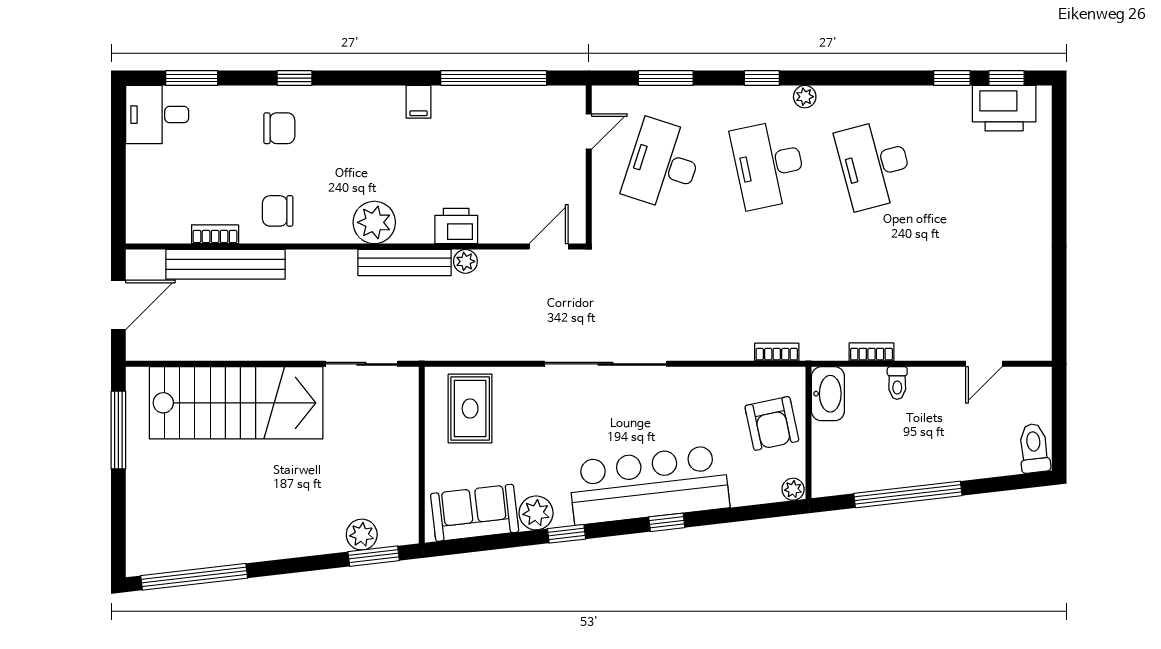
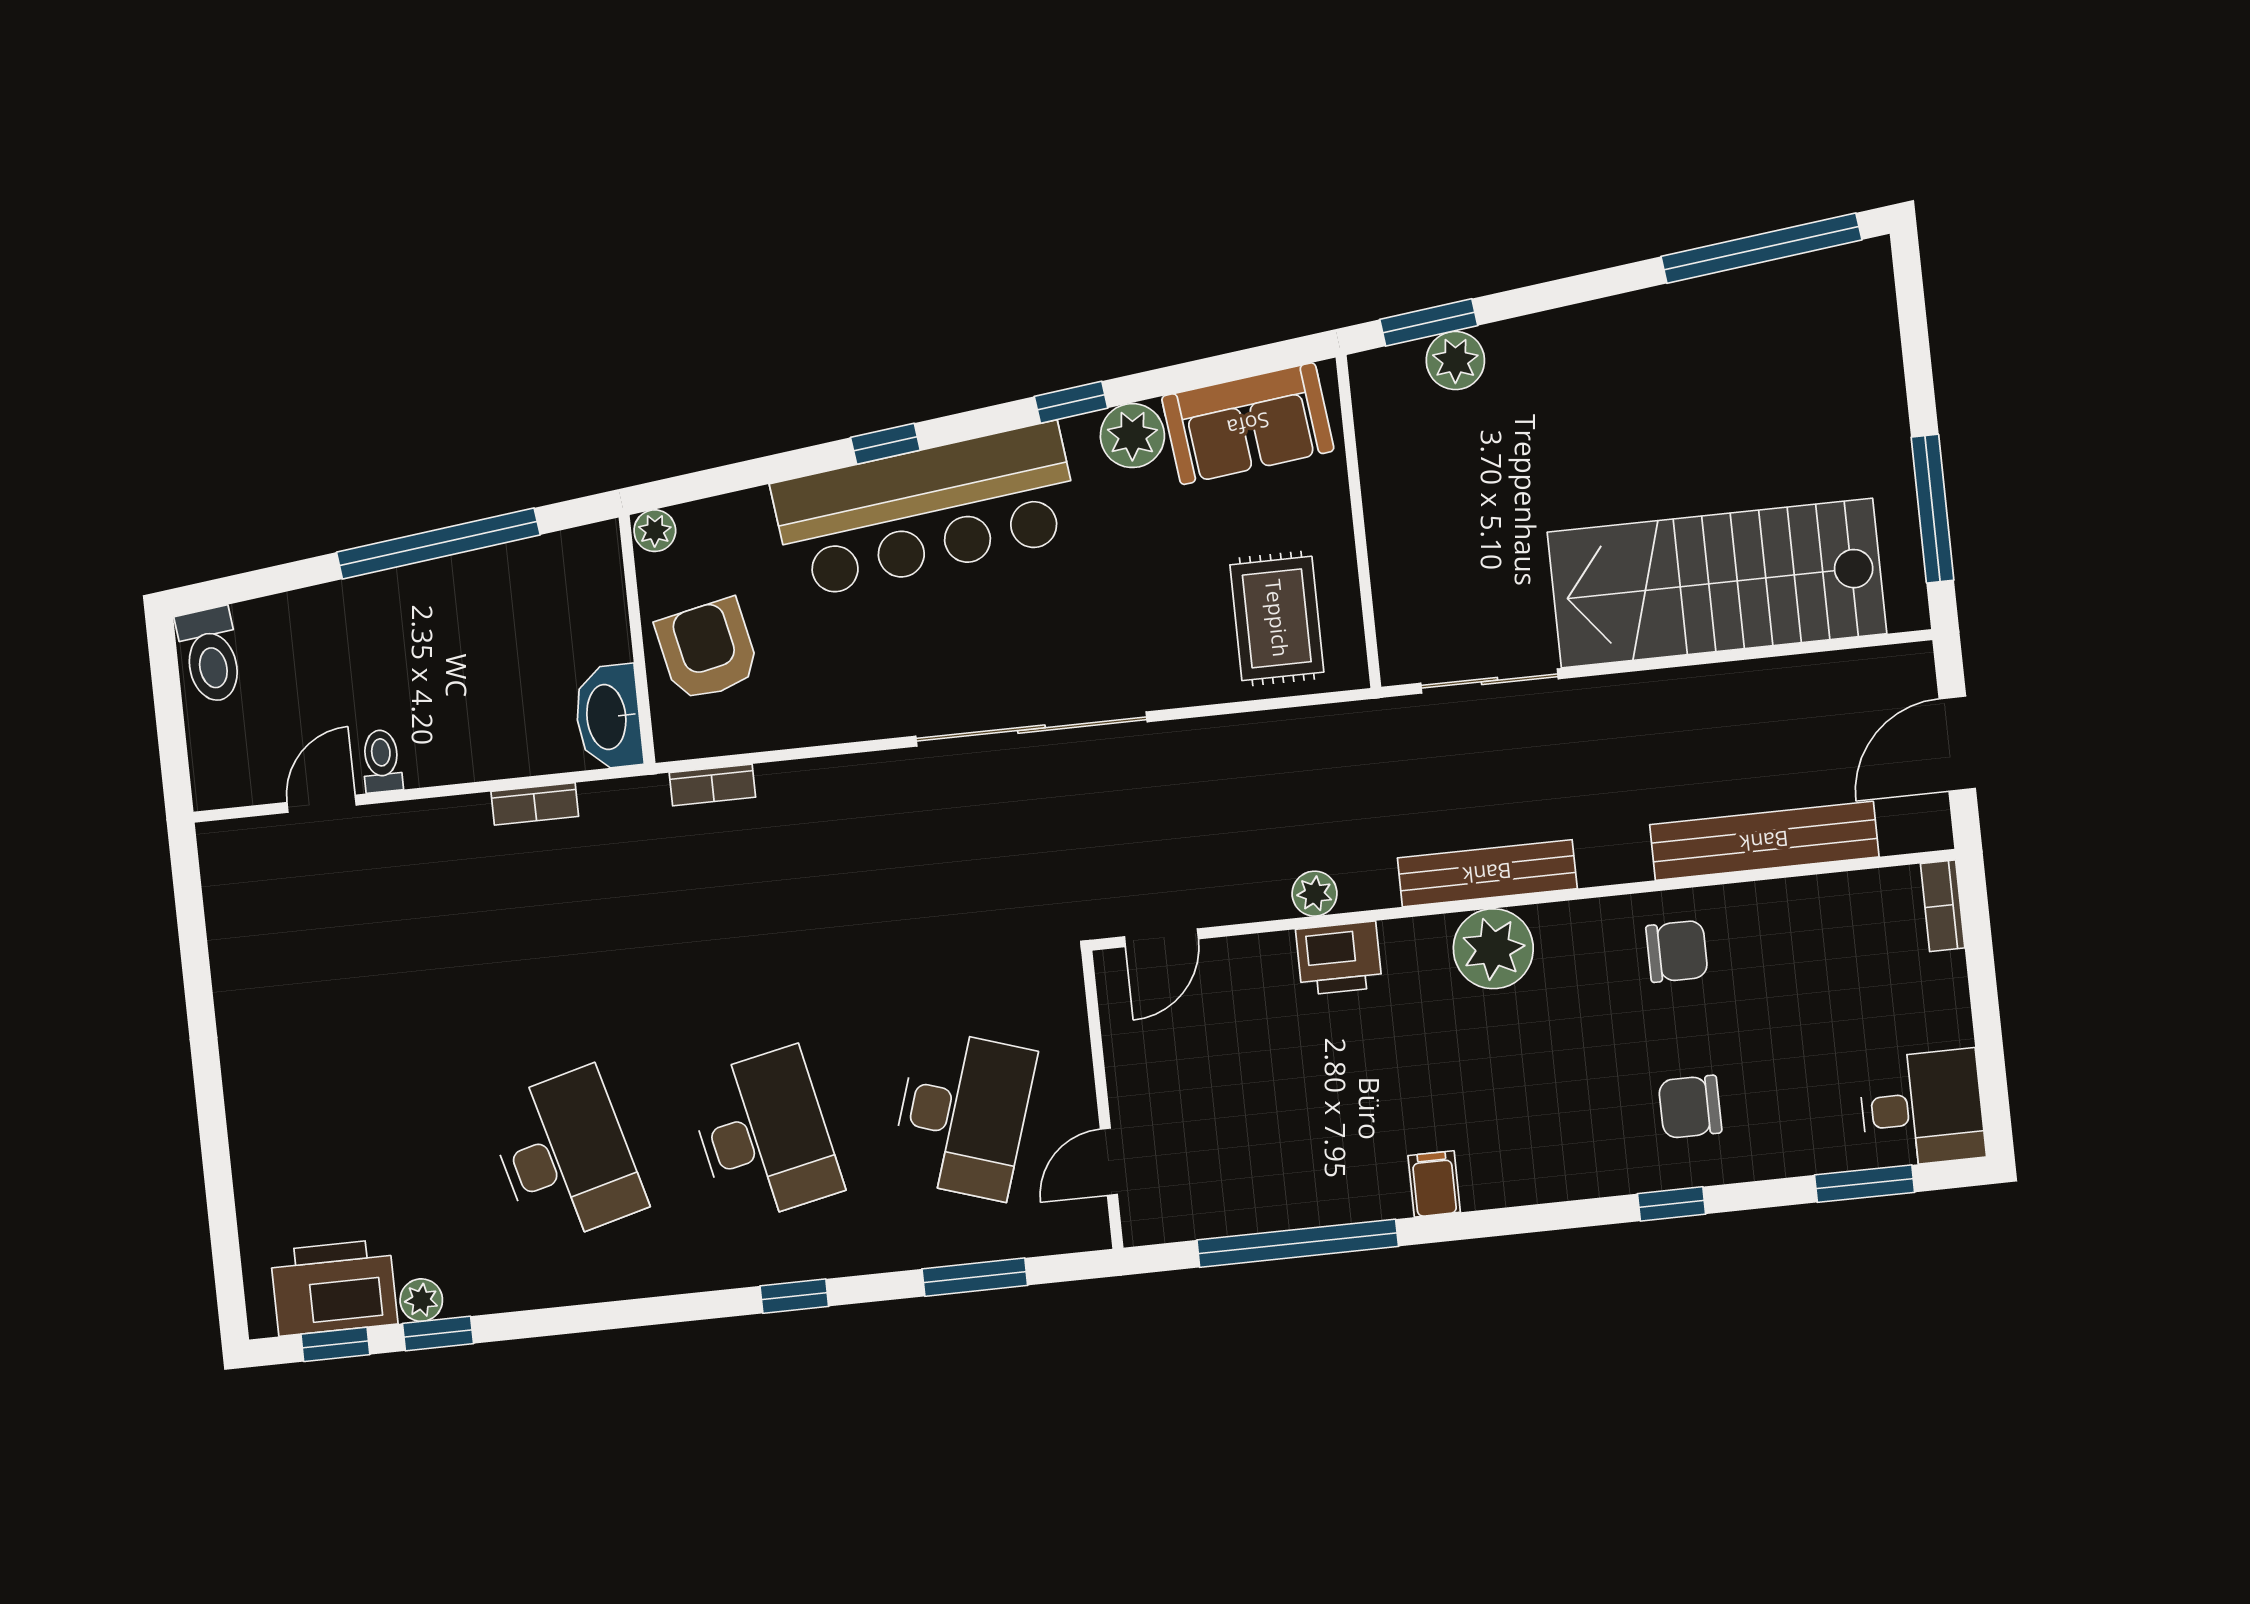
plant: (805, 97) -> (421, 1300), moved
bookcase: (215, 234) -> (1943, 906), moved, turned 90
bench: (405, 263) -> (1487, 873), moved
toilet: (897, 383) -> (382, 761), moved

